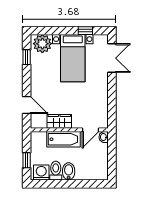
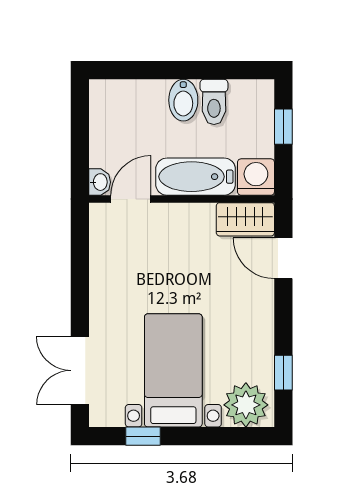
wardrobe: (59, 121) -> (245, 219), moved
washing machine: (41, 172) -> (256, 177), moved, turned 180

